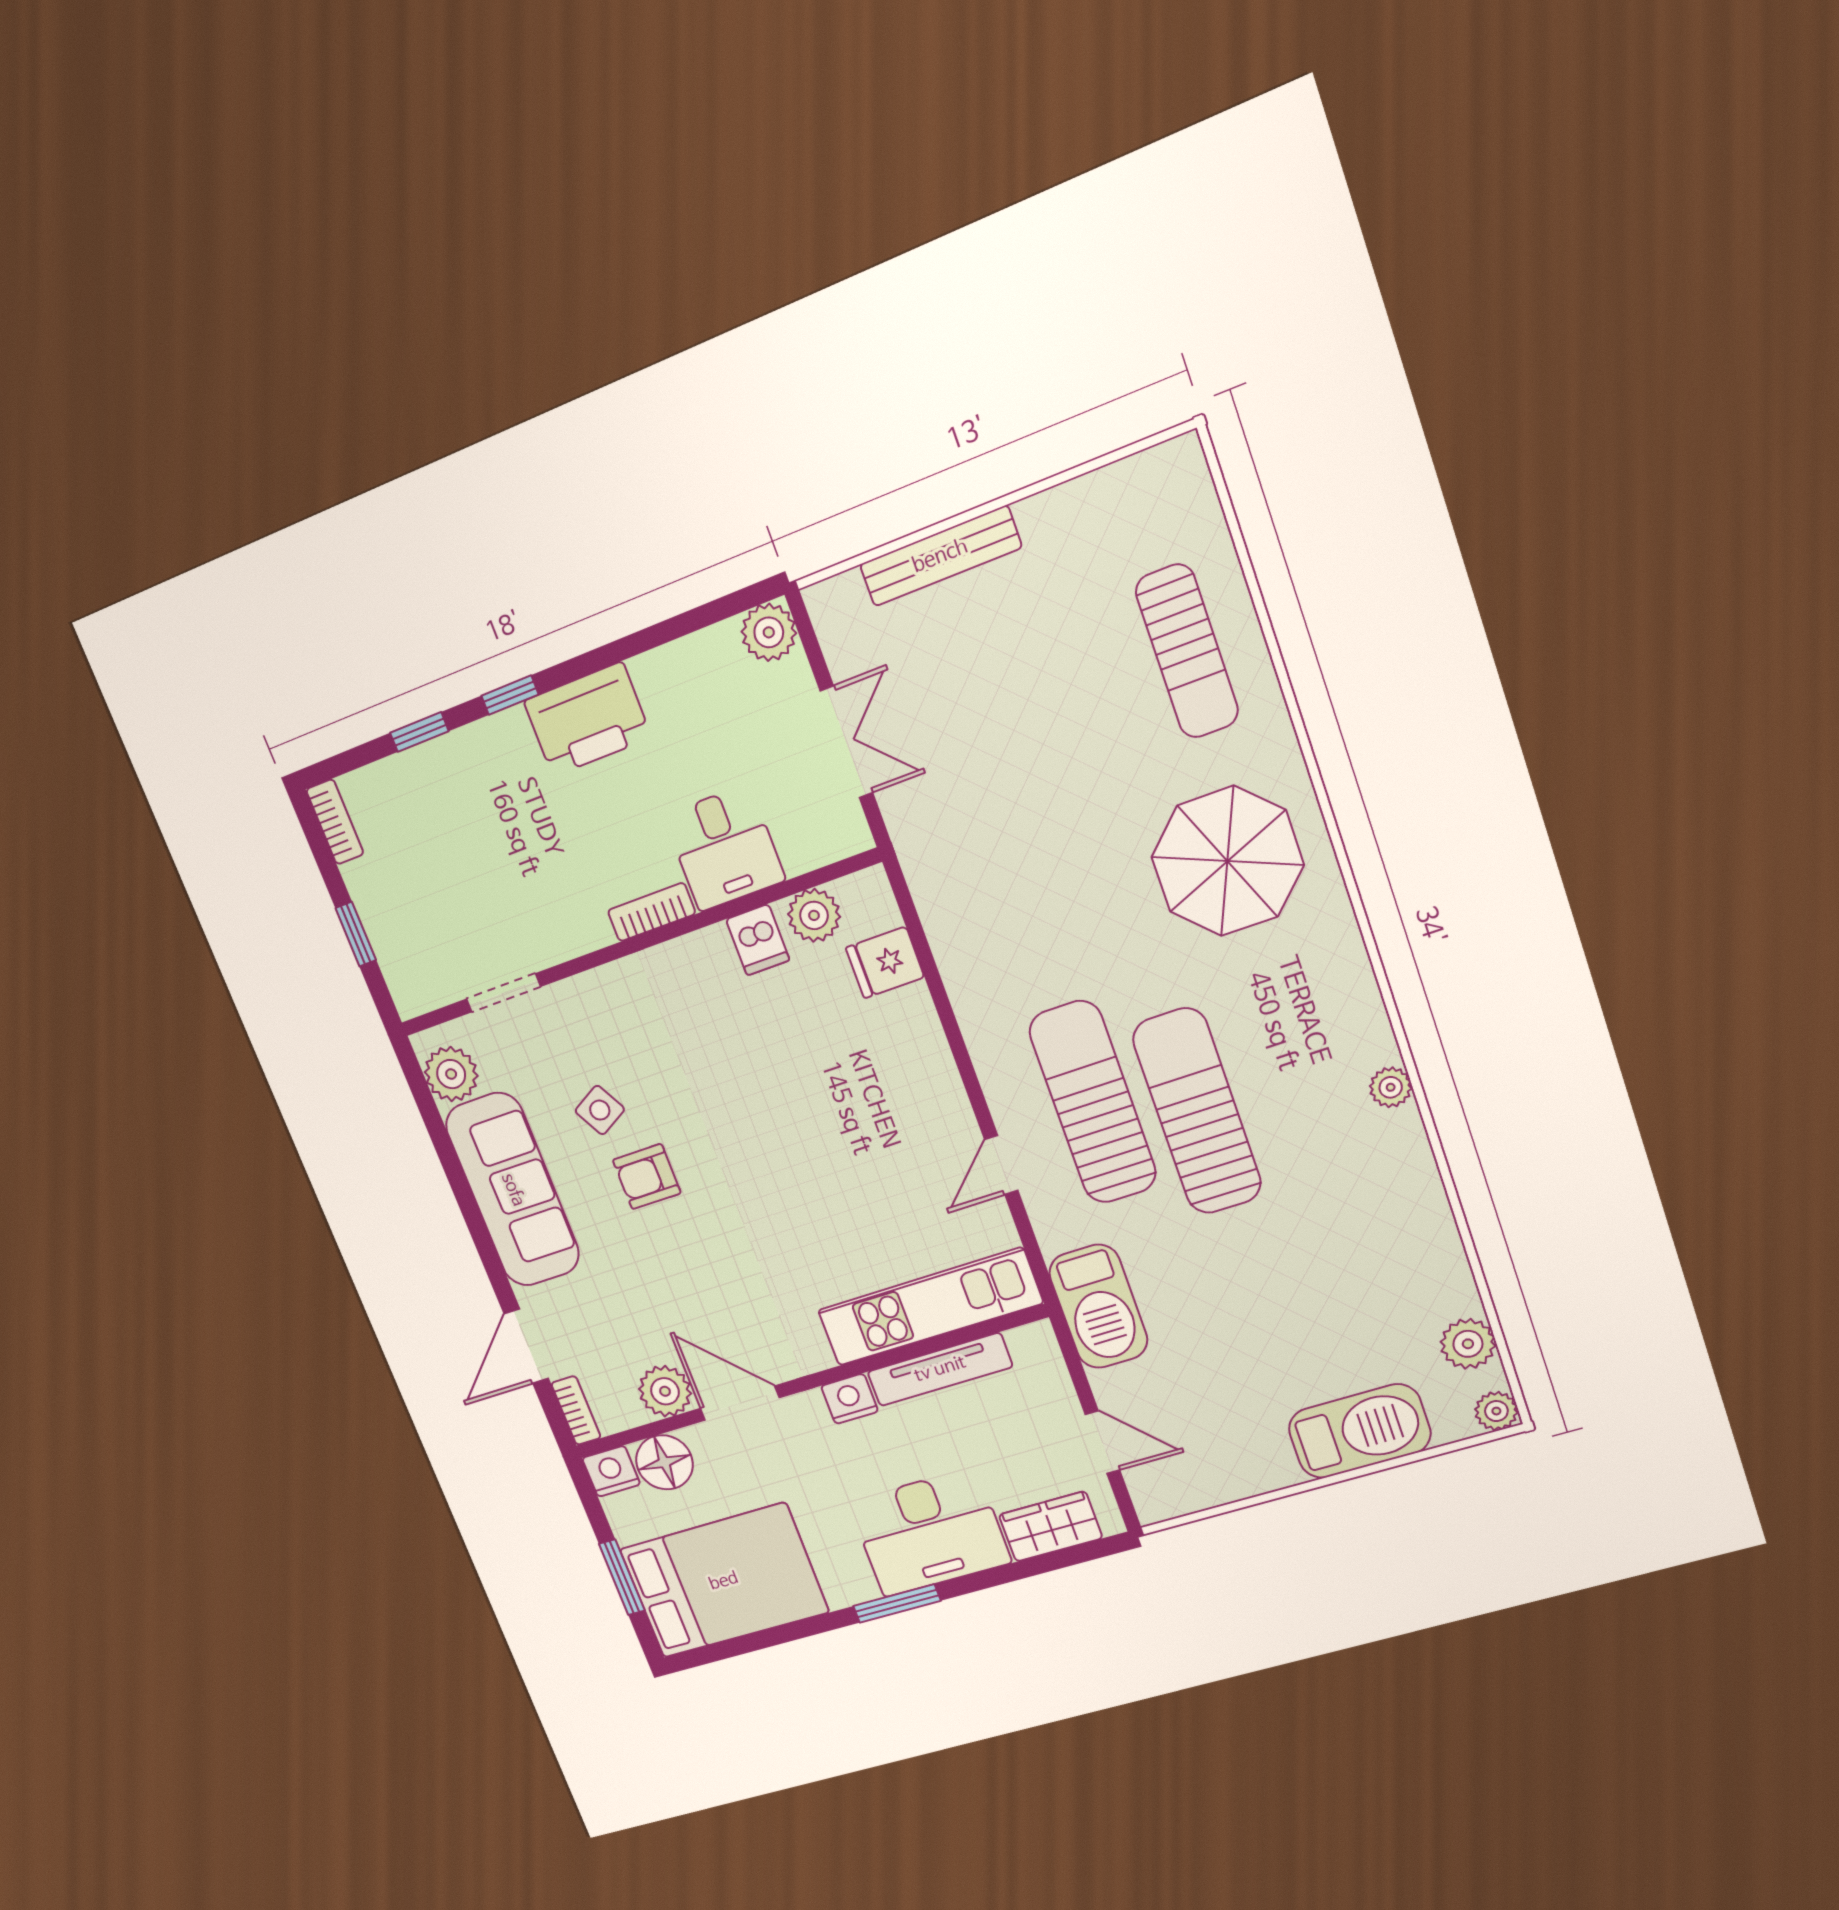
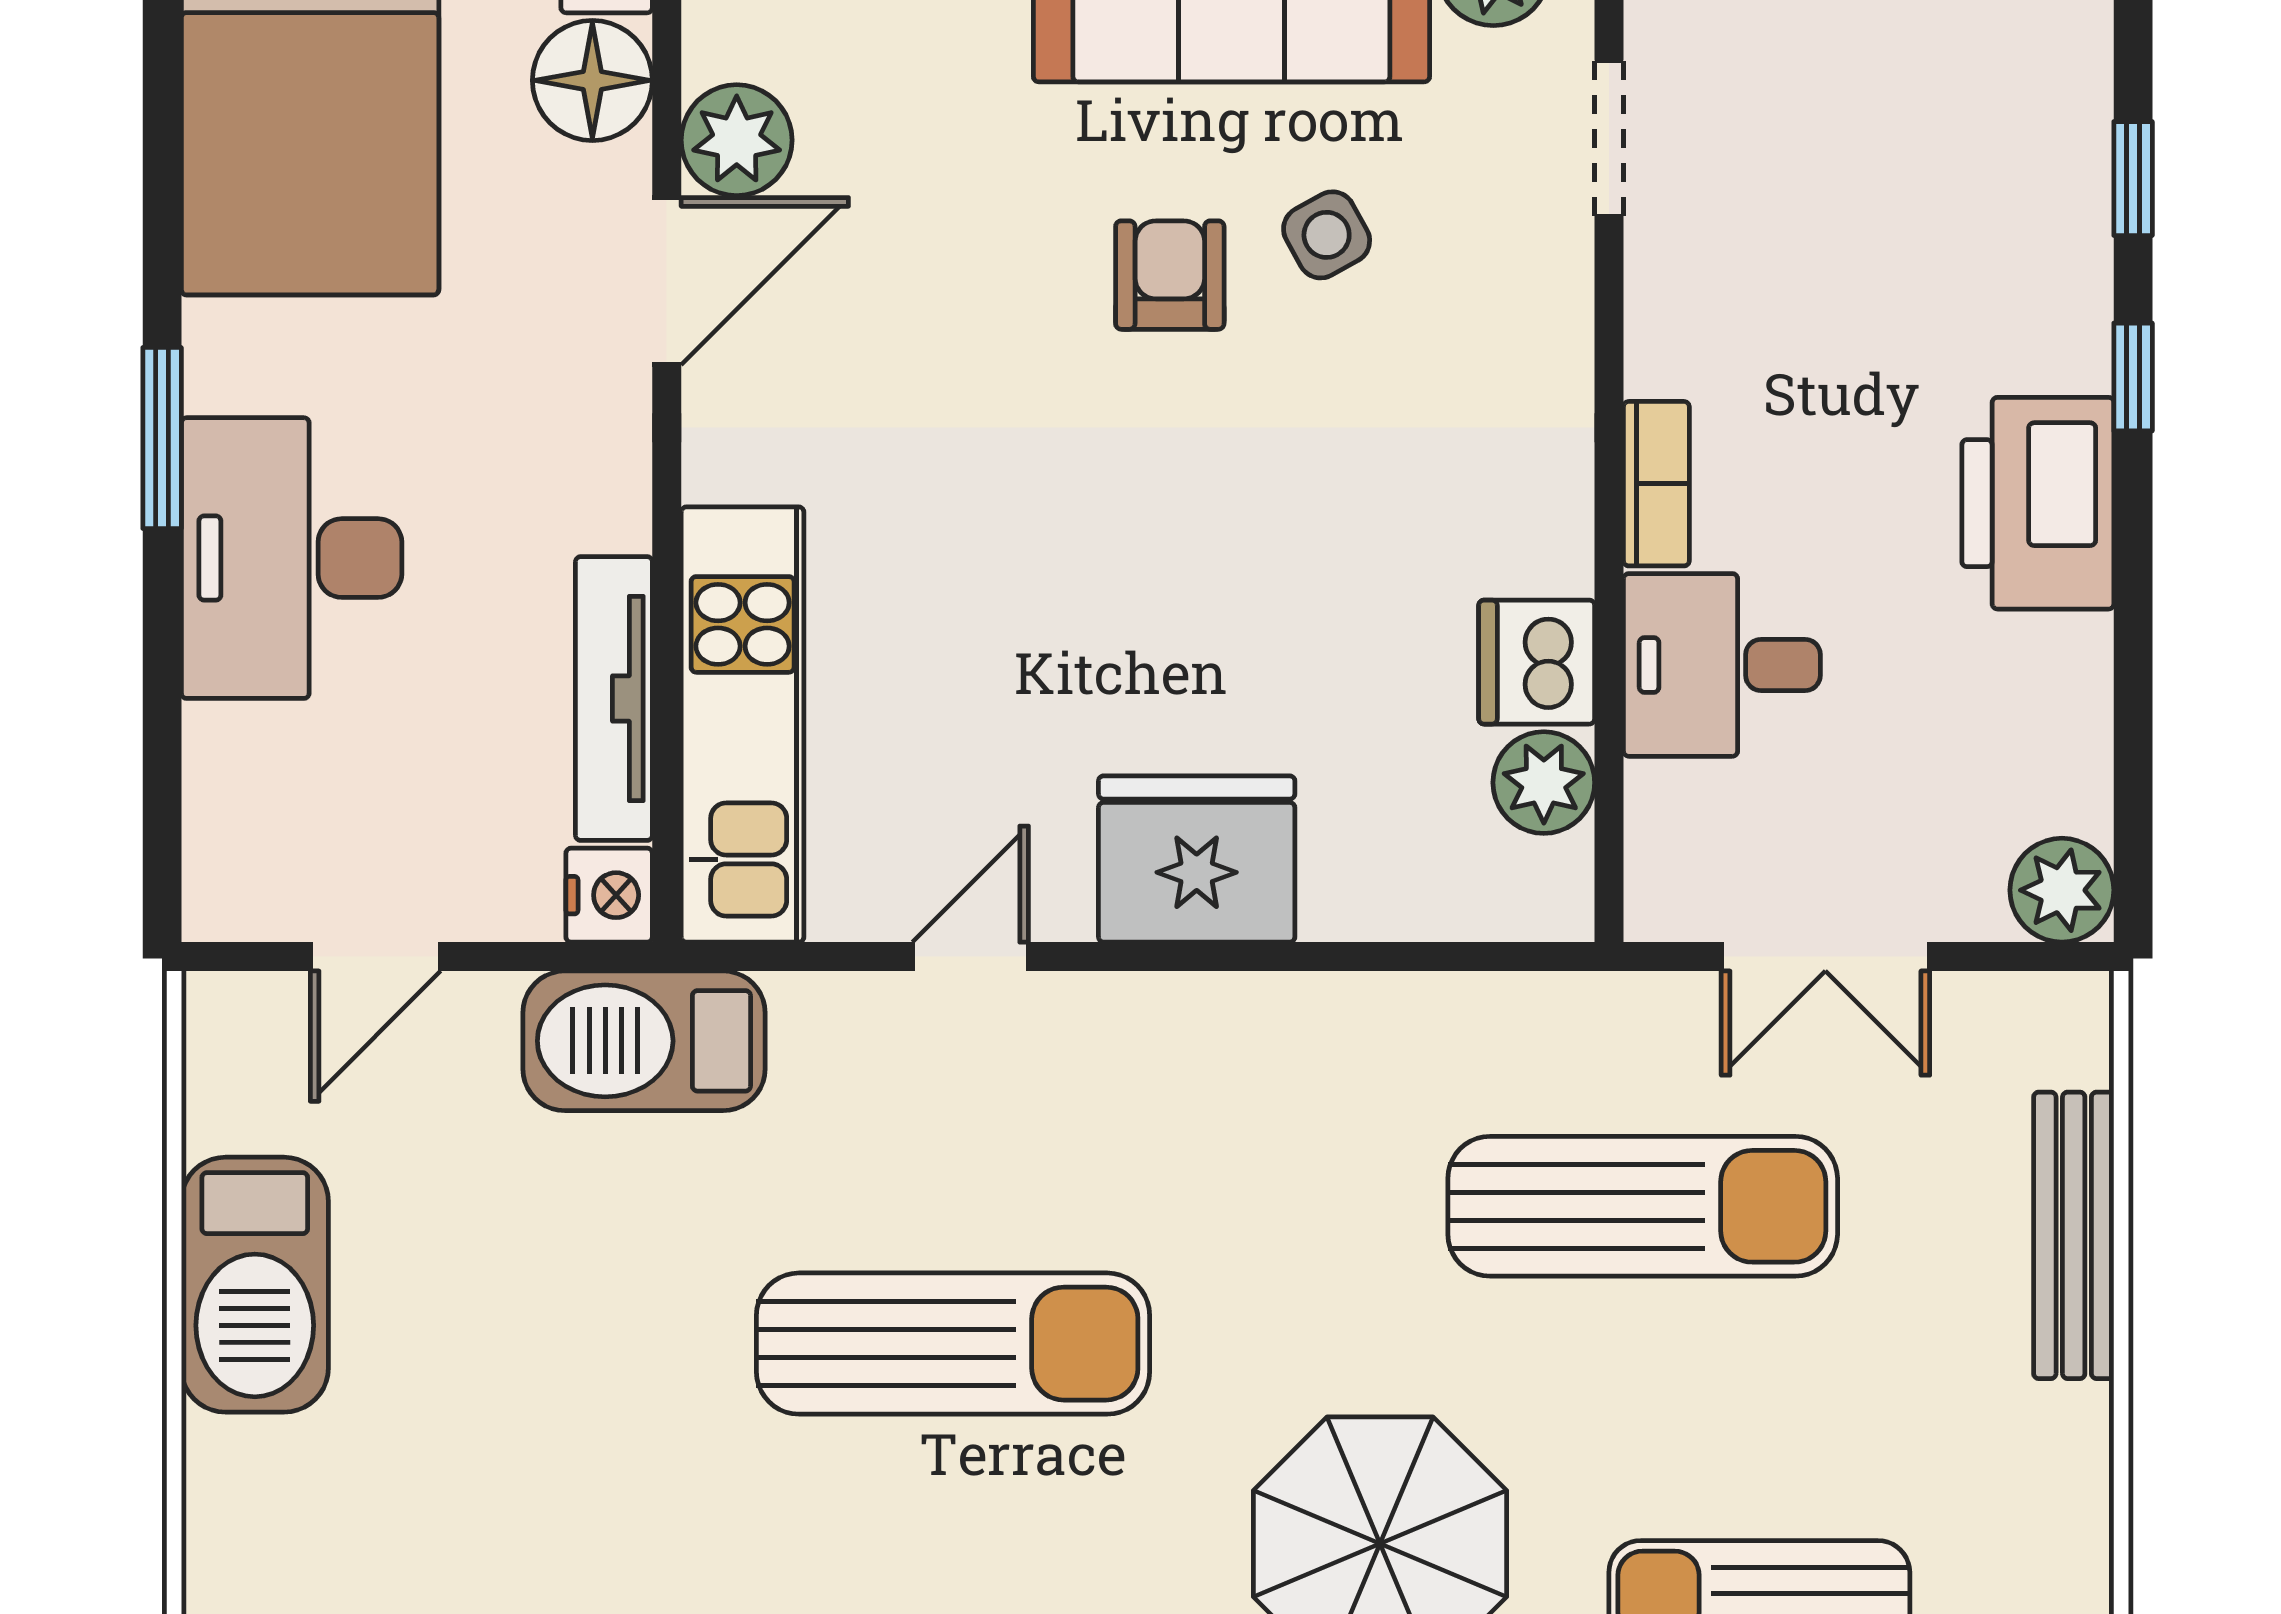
dishwasher: (758, 940) -> (1537, 662), width x1.38
fridge: (885, 963) -> (1197, 859), moved, width x1.88, depth x1.34
sun lounger: (1093, 1102) -> (1643, 1206), moved
door: (1001, 1165) -> (970, 957), hinge flipped
nightstand: (850, 1399) -> (609, 895), moved
barbecue: (1360, 1431) -> (255, 1285), moved
wardrobe: (1051, 1526) -> (235, 798), removed

